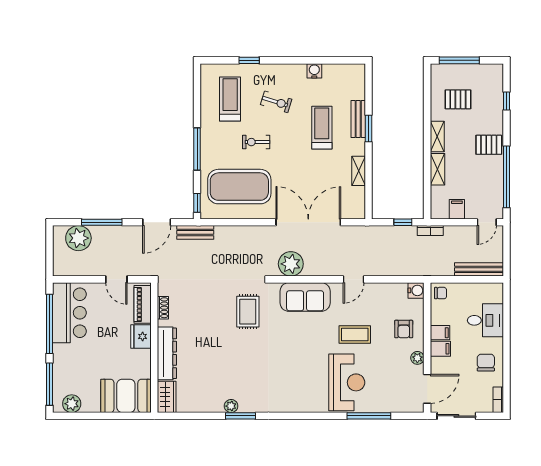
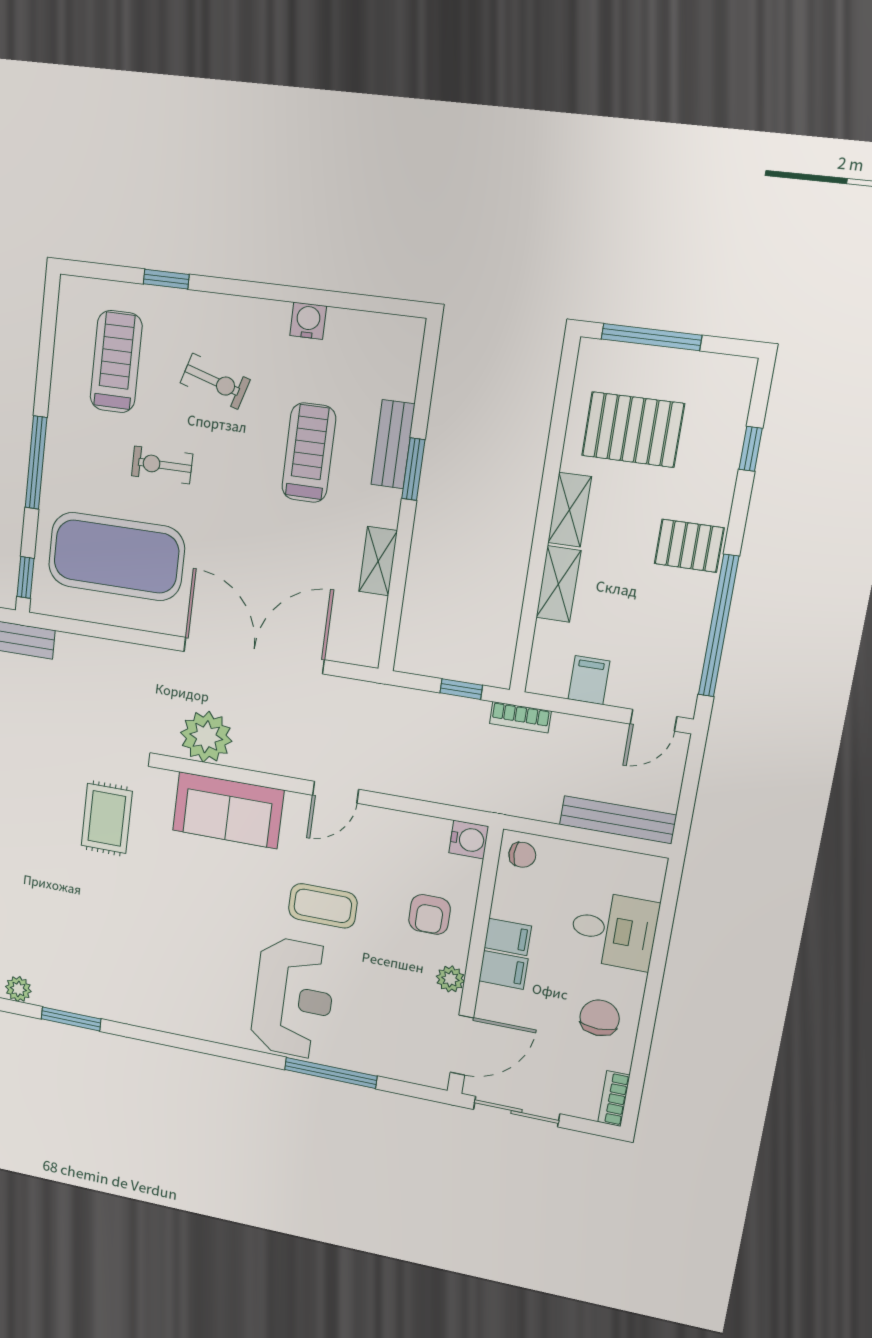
pallet: (458, 99) -> (633, 430), width x1.50, depth x1.42
plant: (231, 406) -> (18, 989), moved

